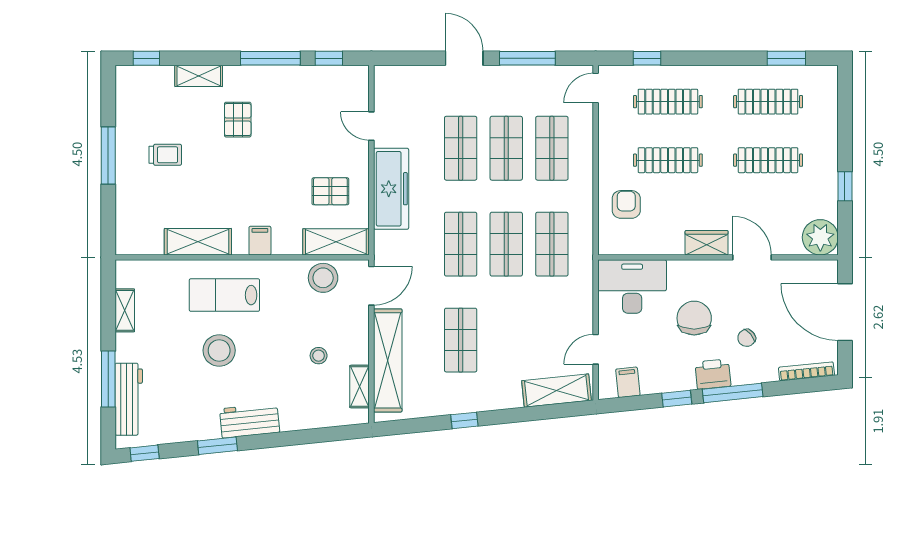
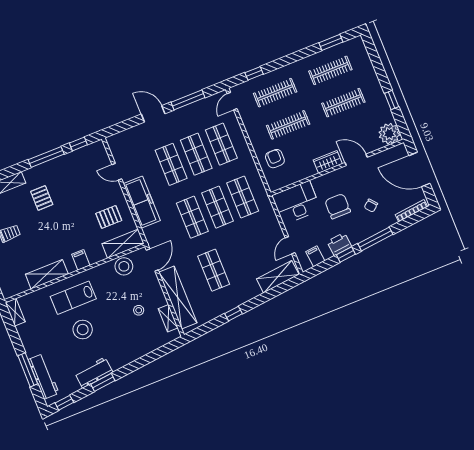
shelving: (125, 310) -> (15, 312), moved
printer: (713, 374) -> (339, 244), moved
workbench: (250, 421) -> (94, 373), moved

